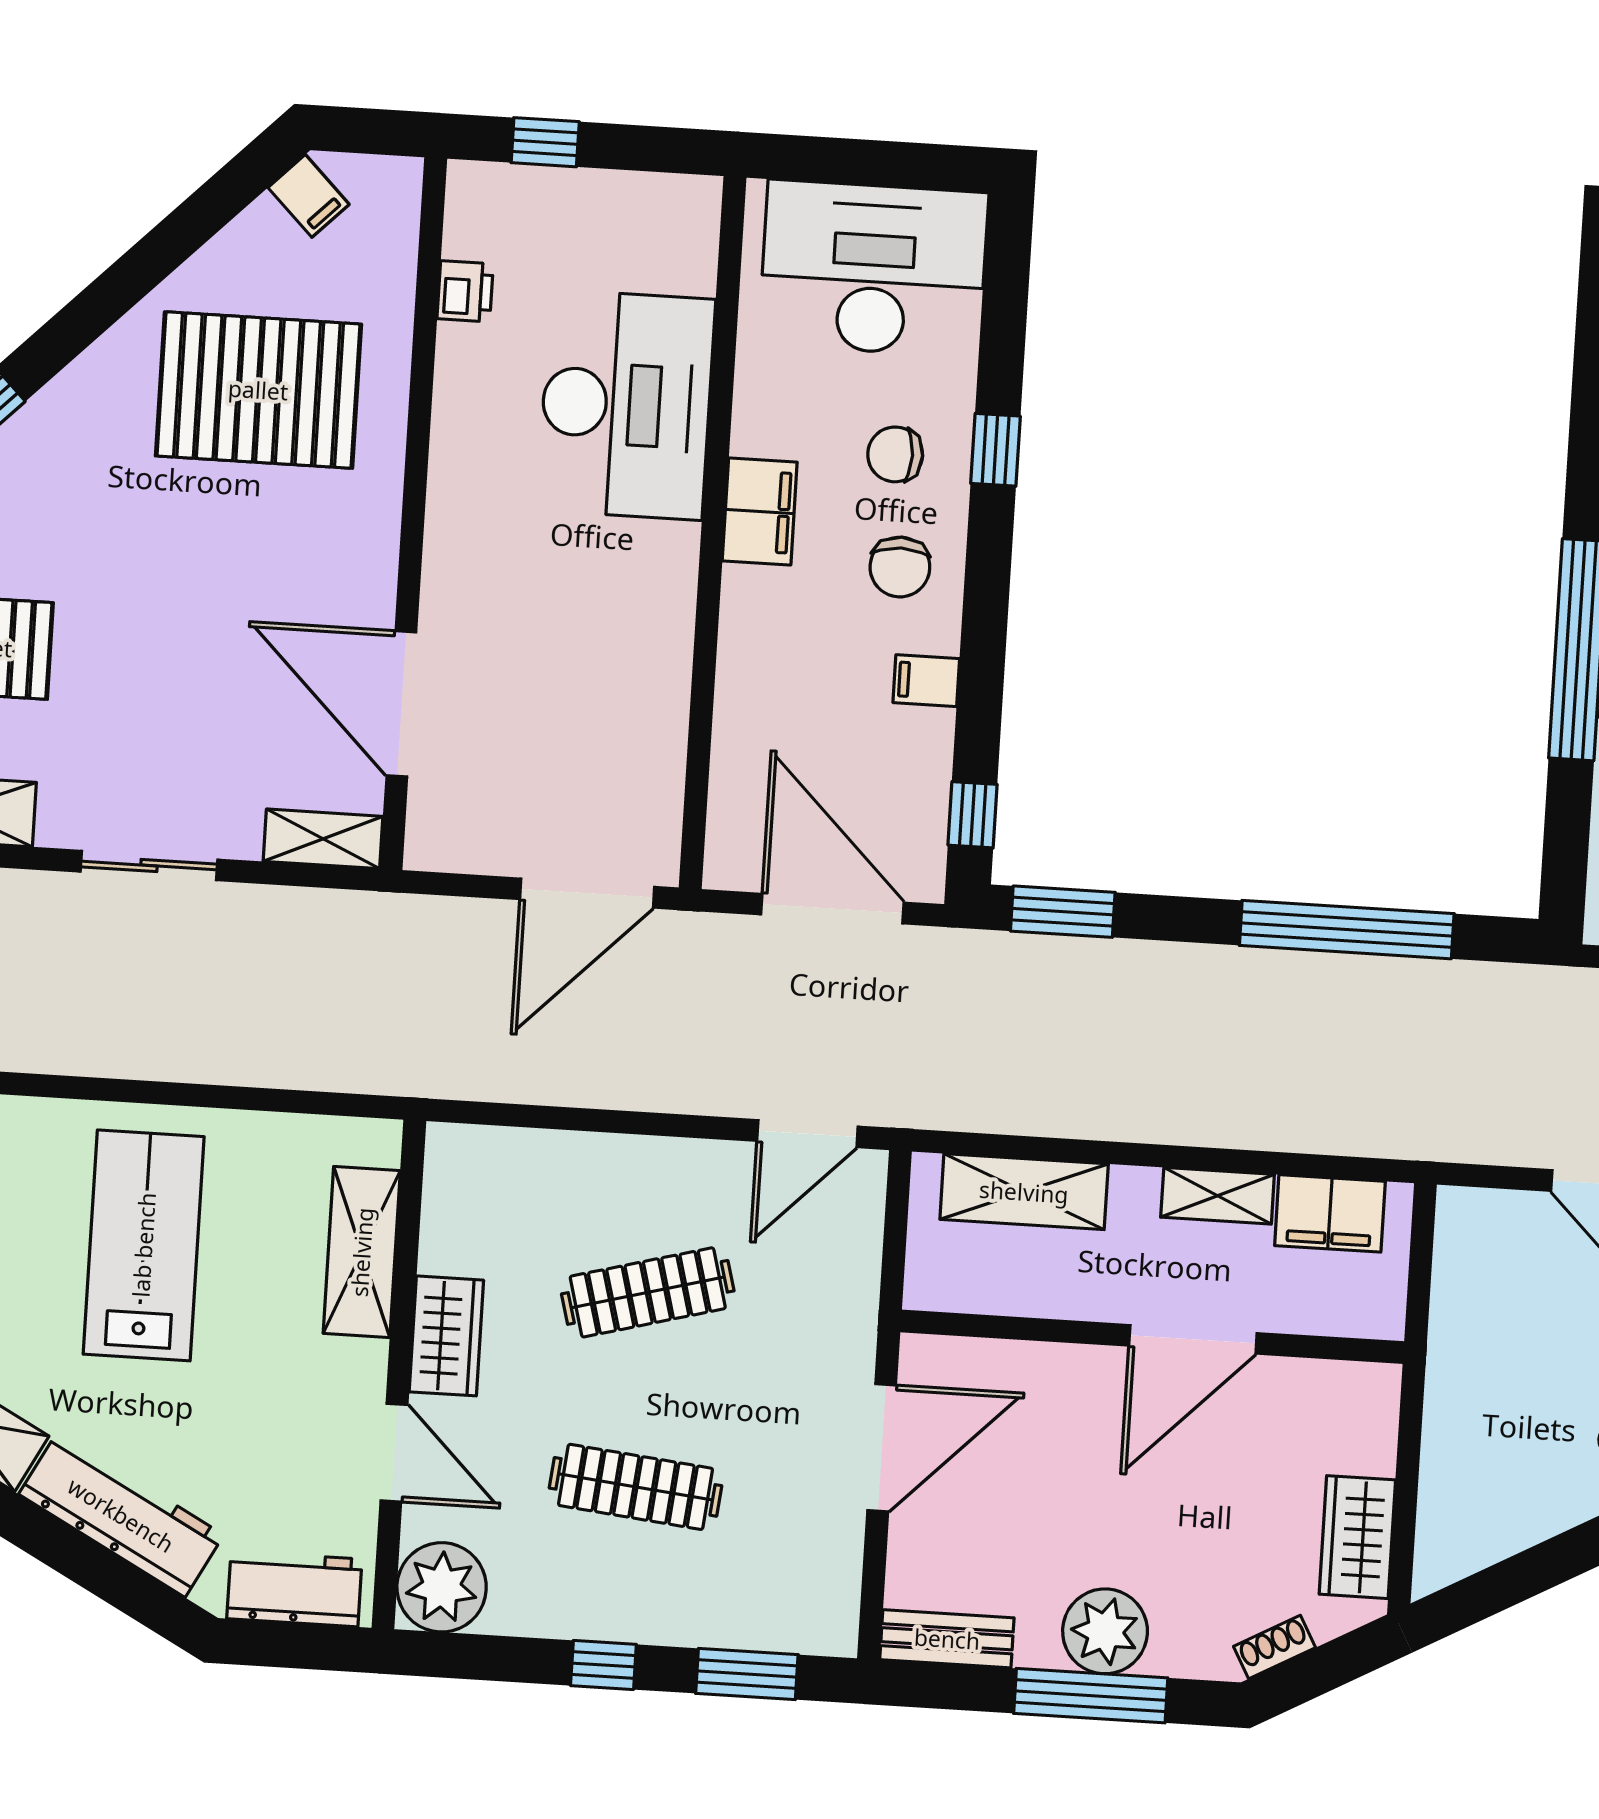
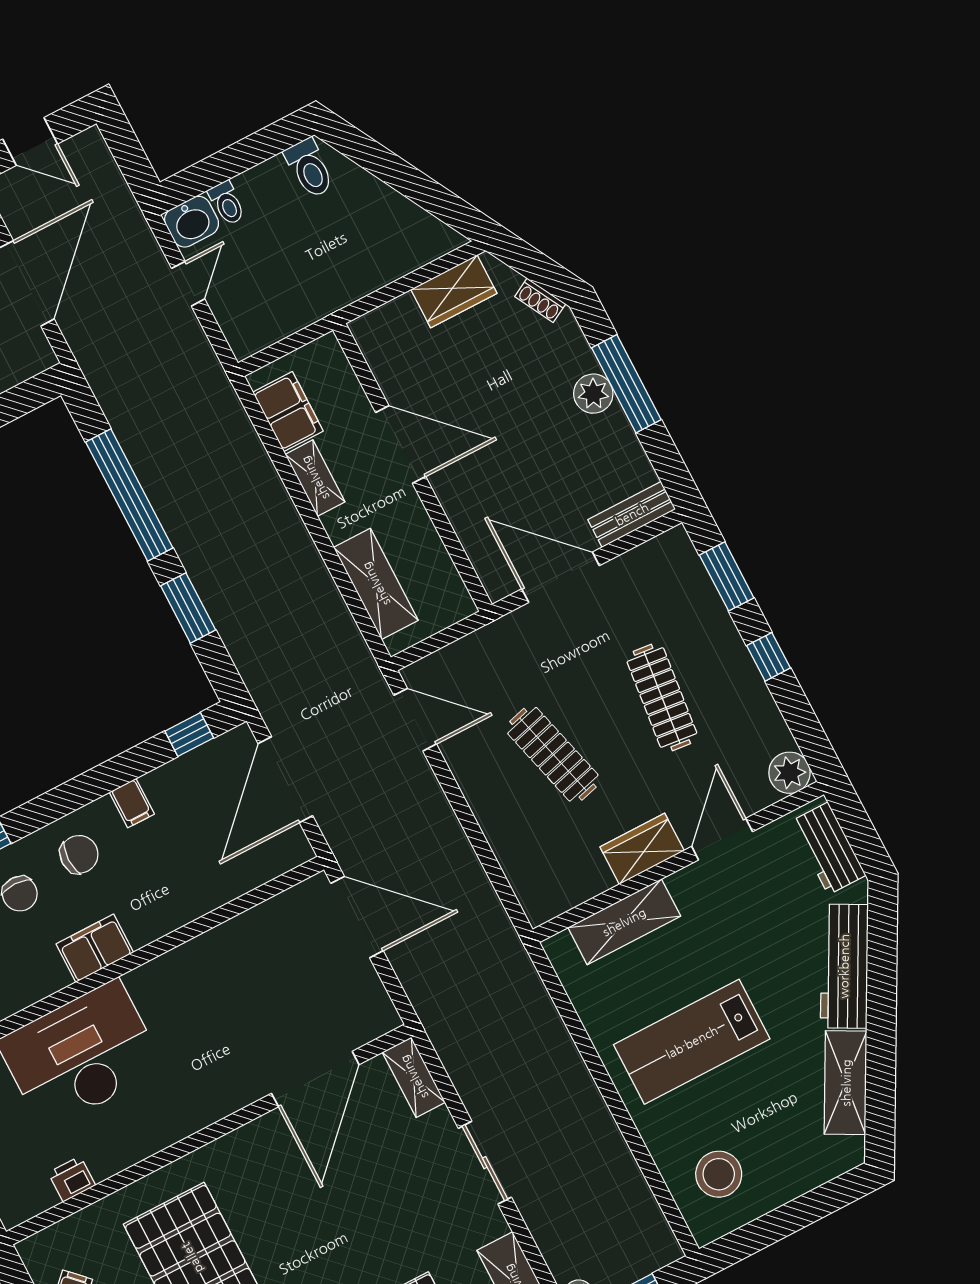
window: (1063, 912) -> (188, 608), moved
plant: (442, 1587) -> (789, 773), width x0.73, depth x0.73
plant: (1105, 1631) -> (593, 394), width x0.73, depth x0.73
bench: (947, 1639) -> (632, 514), moved, turned 90

